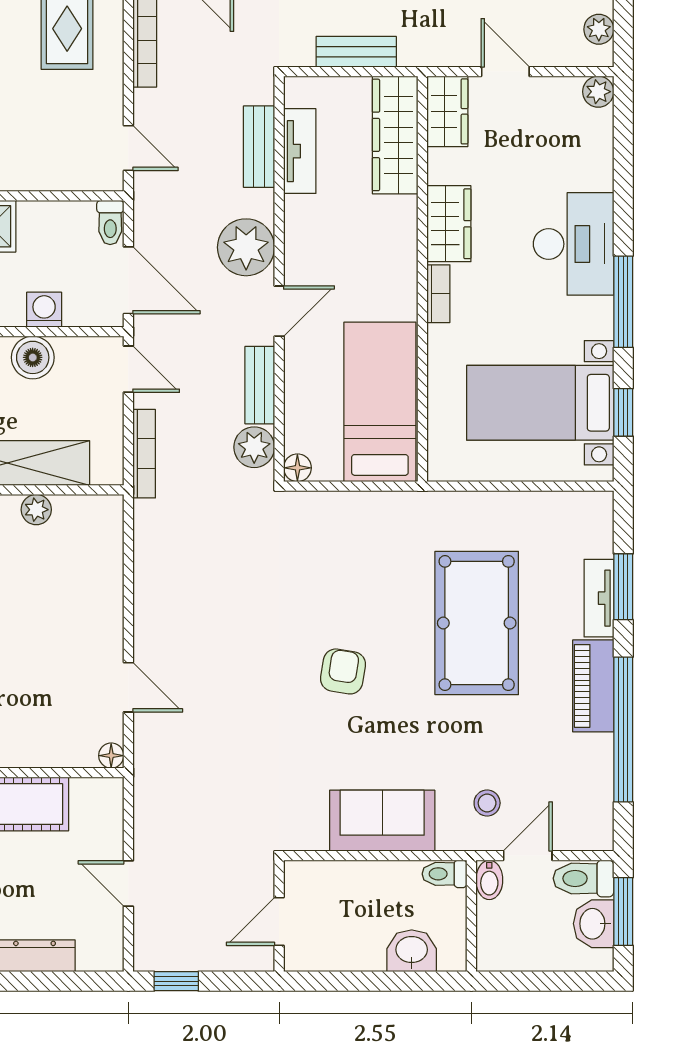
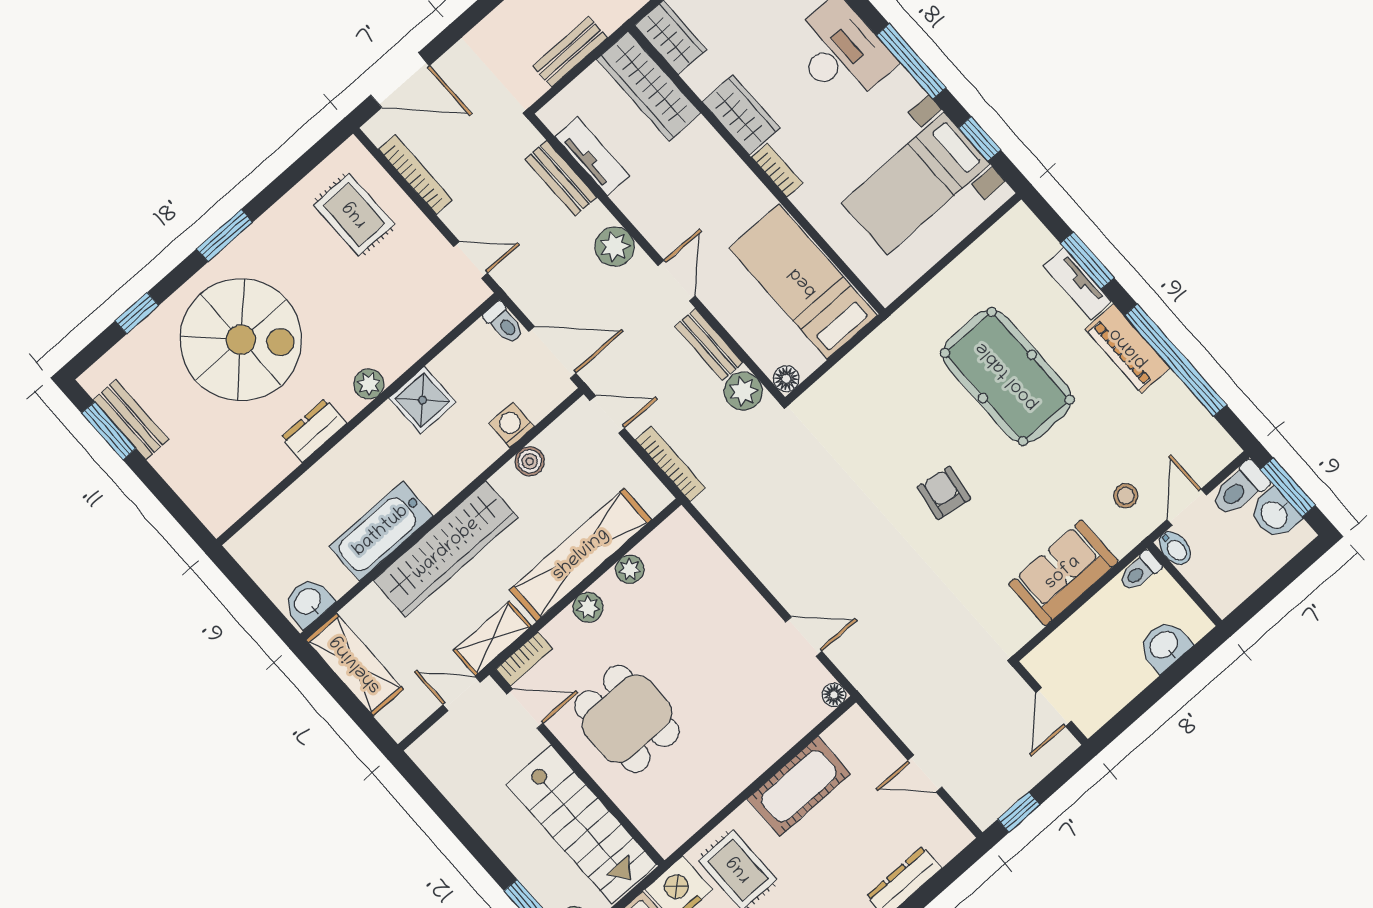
plant: (246, 247) -> (615, 247), width x0.73, depth x0.73
boiler: (33, 357) -> (530, 461), width x0.73, depth x0.73

